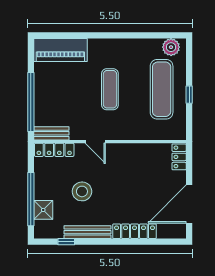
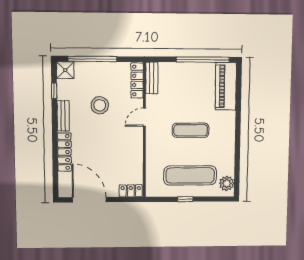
window: (31, 102) -> (203, 60), moved
shower: (43, 210) -> (65, 70), moved
bench: (88, 232) -> (63, 116), width x0.73

